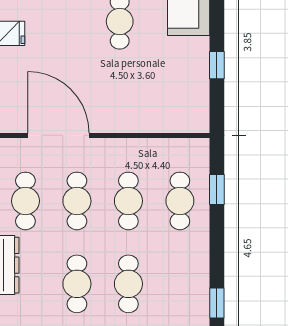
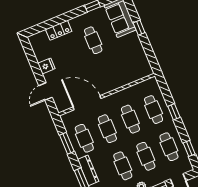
window: (217, 65) -> (139, 28), moved
window: (217, 189) -> (174, 112), moved
cafe table: (180, 284) -> (169, 147), added

